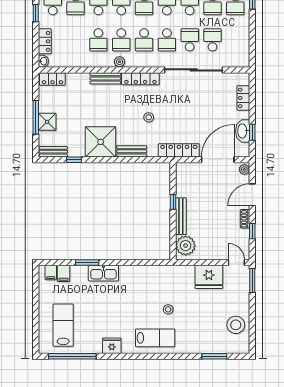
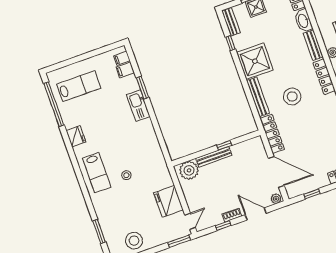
stool: (149, 117) -> (292, 96), width x1.89, depth x1.89
washbasin: (243, 131) -> (303, 21), moved, turned -90
bench: (132, 151) -> (258, 97), width x1.36

